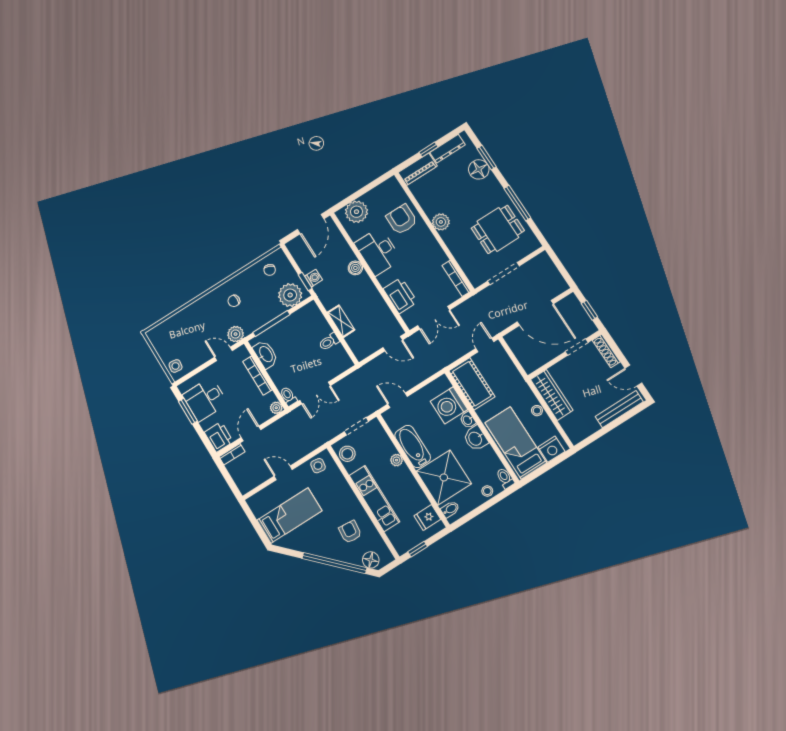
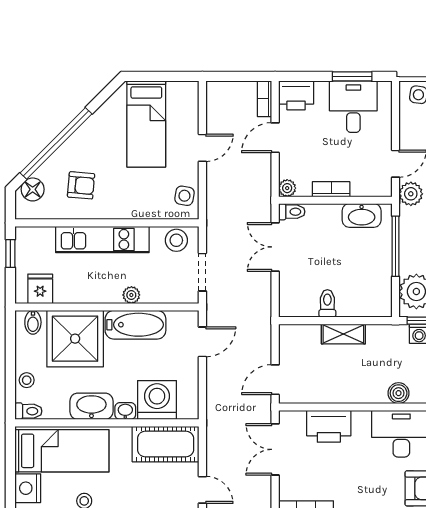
bookcase: (257, 376) -> (331, 189), width x0.64
door: (251, 434) -> (275, 138), swing flipped
washbasin: (476, 438) -> (91, 406), width x1.38

